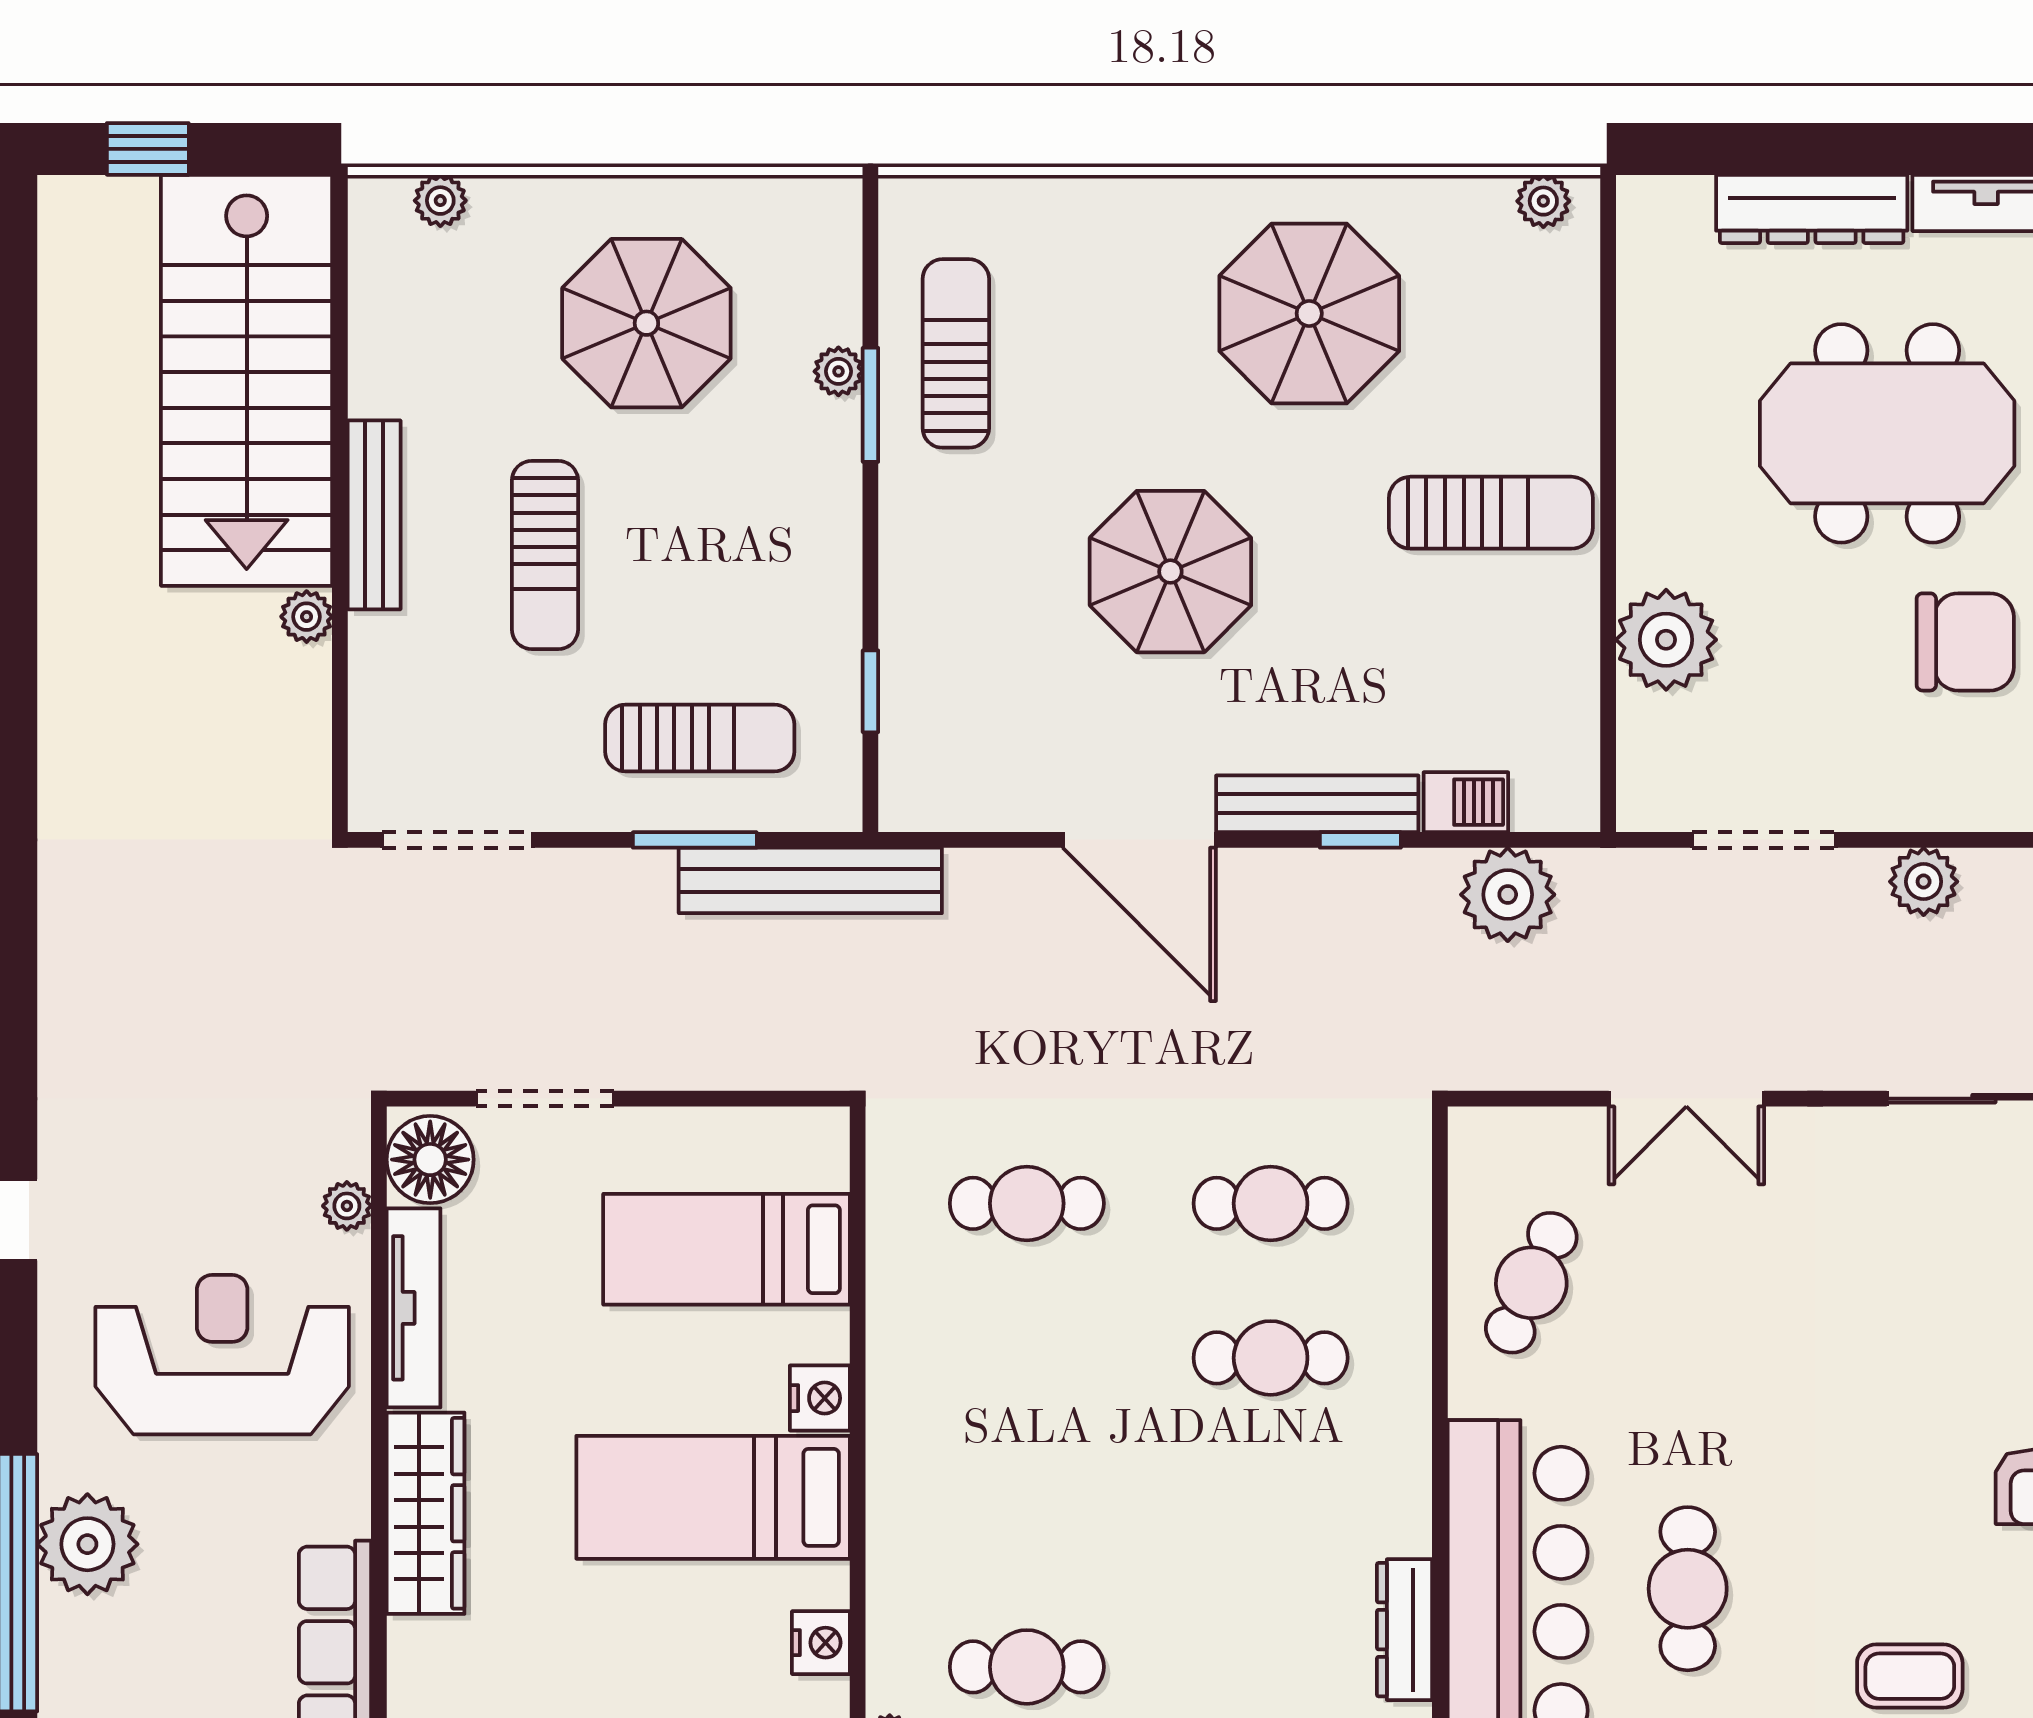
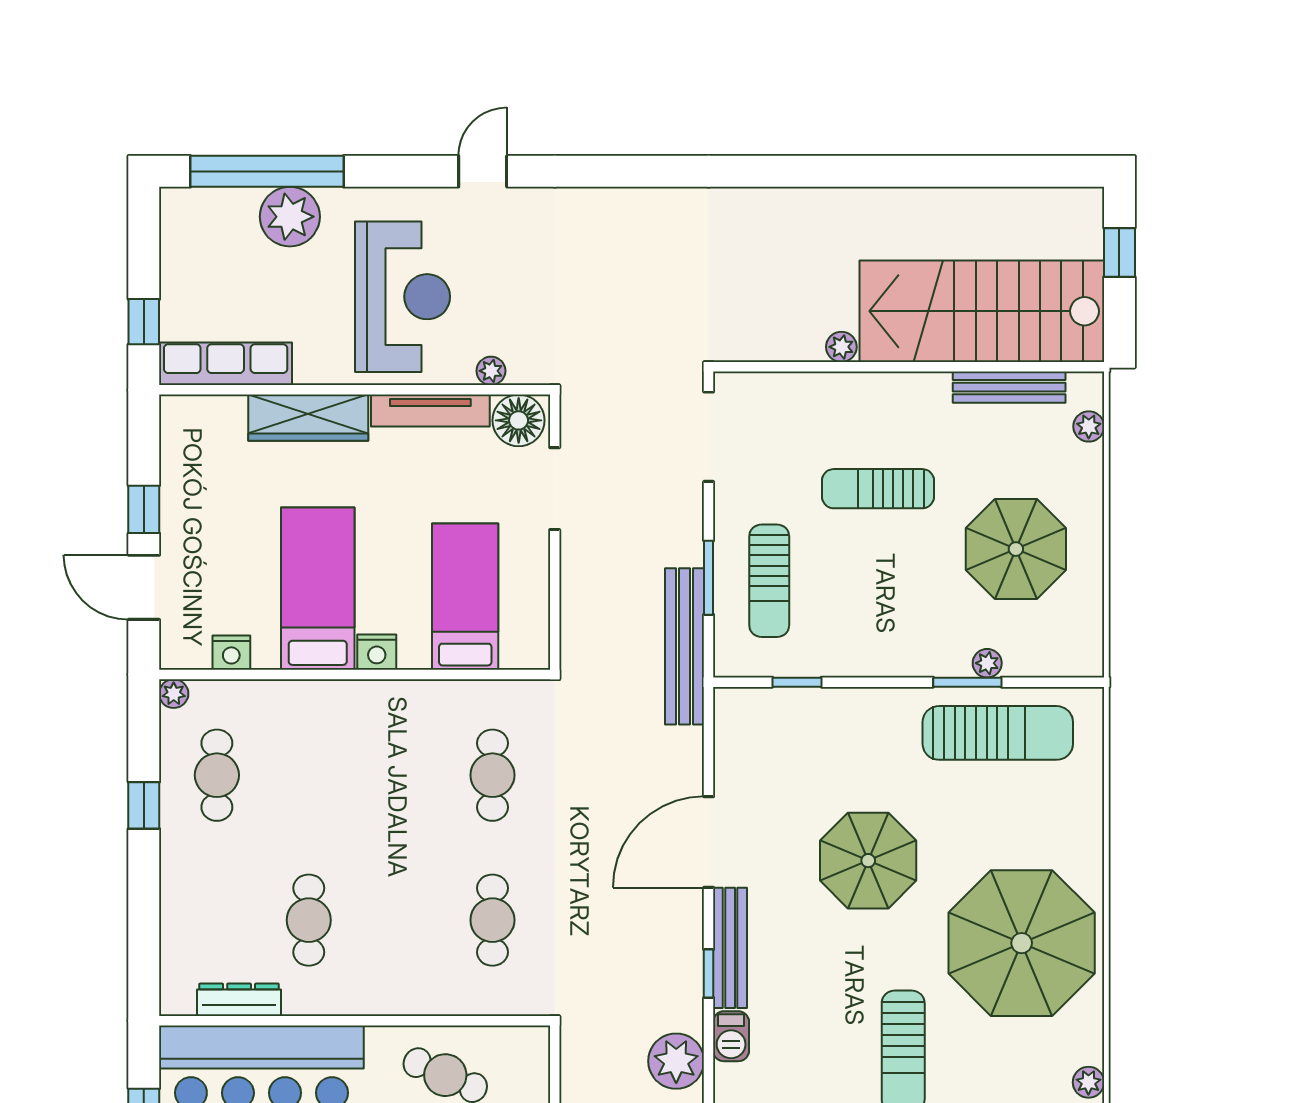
parasol: (1309, 313) -> (1022, 943), width x1.36, depth x1.36
sun lounger: (956, 353) -> (998, 733), width x1.36, depth x1.34
bench: (374, 515) -> (1009, 387), moved
cafe table: (1271, 1358) -> (309, 920), moved

